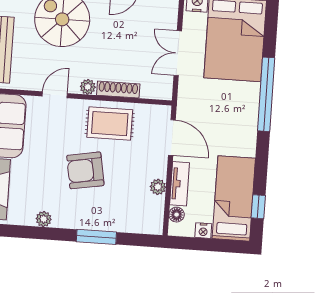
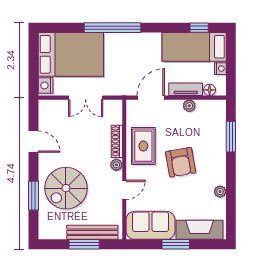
door: (55, 95) -> (124, 190), swing flipped
window: (96, 237) -> (231, 137), moved

